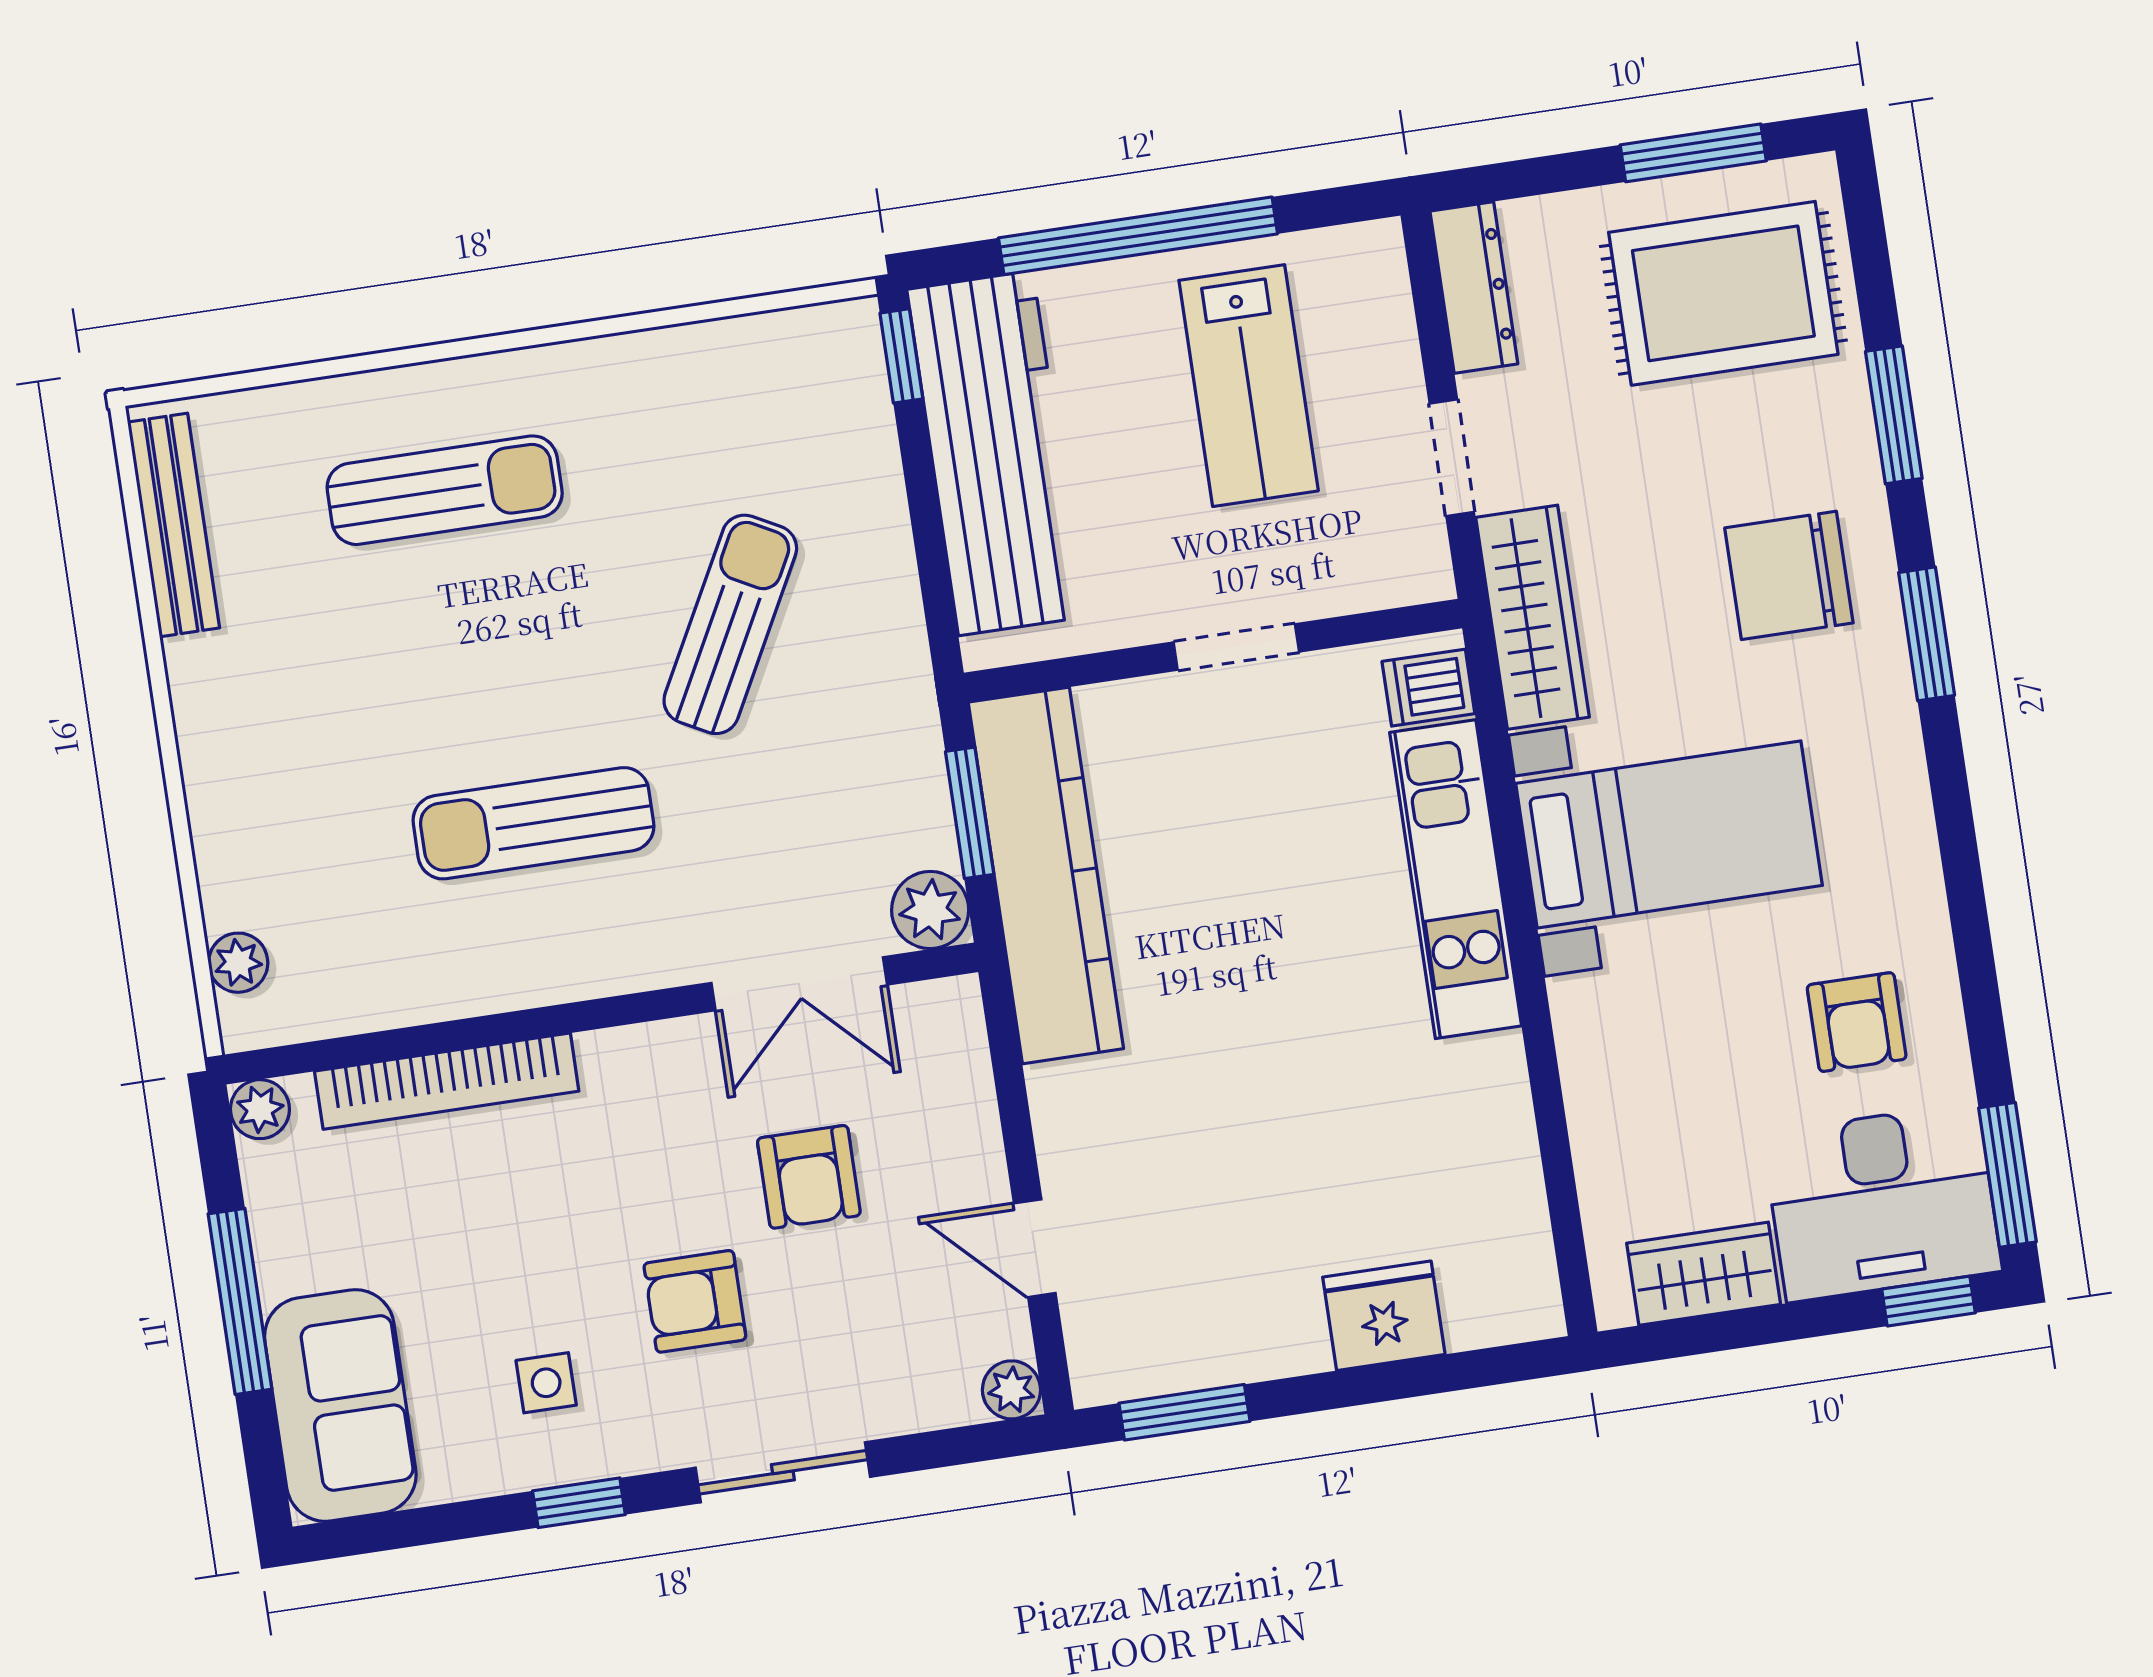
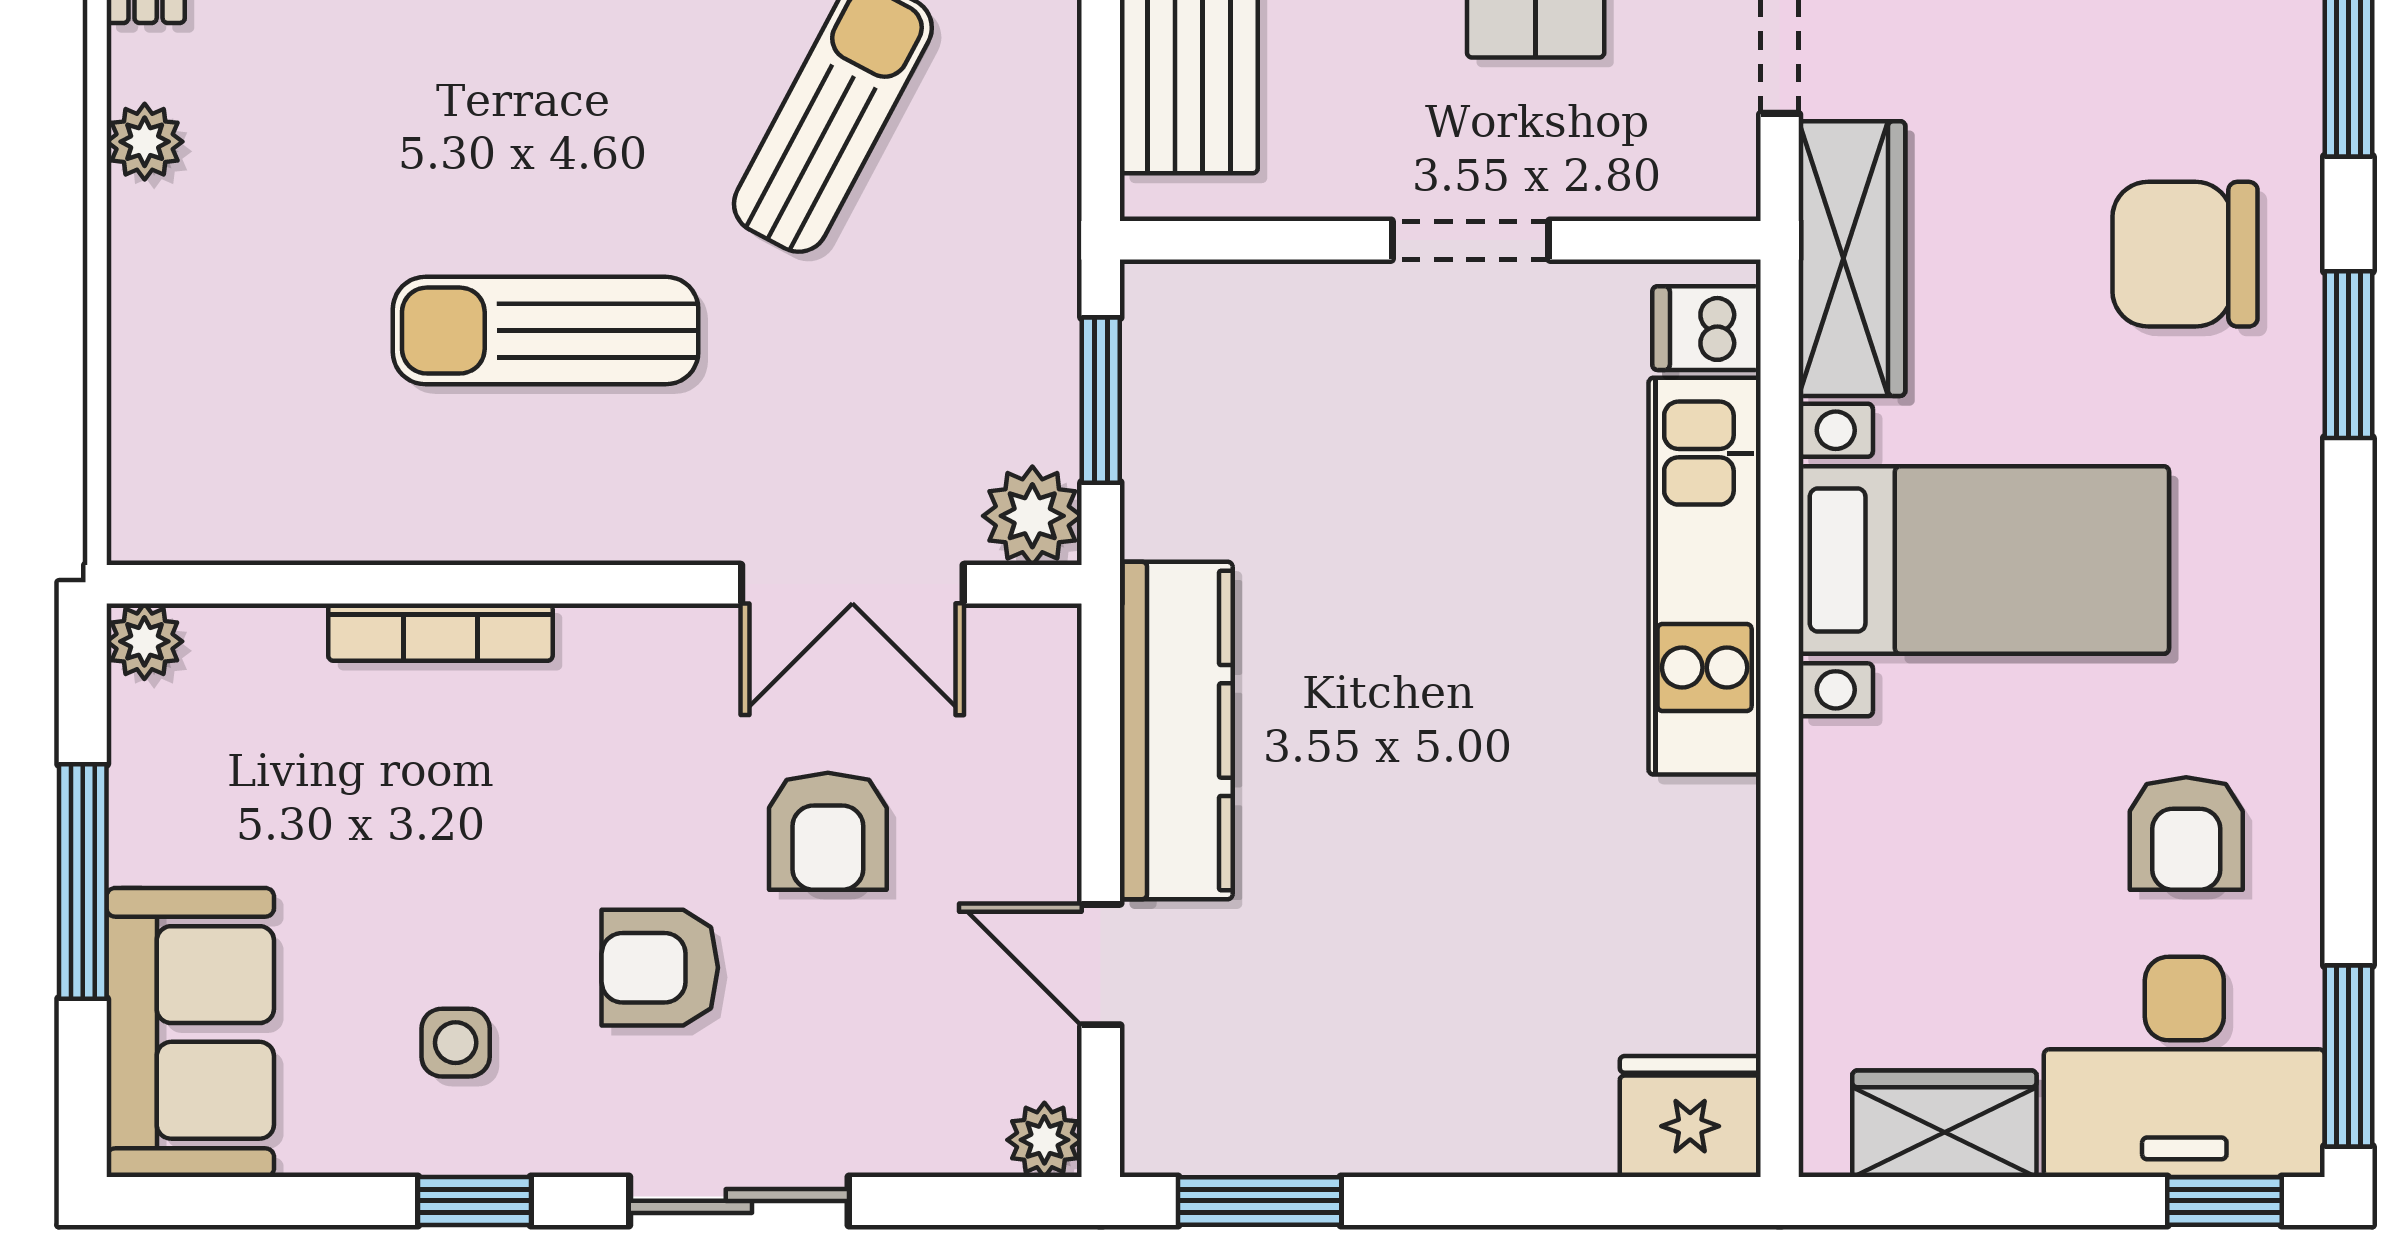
kitchen counter: (1046, 875) -> (1176, 730), moved, width x0.72, depth x0.86
plant: (238, 963) -> (145, 142), moved
bookcase: (447, 1081) -> (440, 632), width x0.68, depth x0.76
fridge: (1384, 1316) -> (1690, 1116), moved

